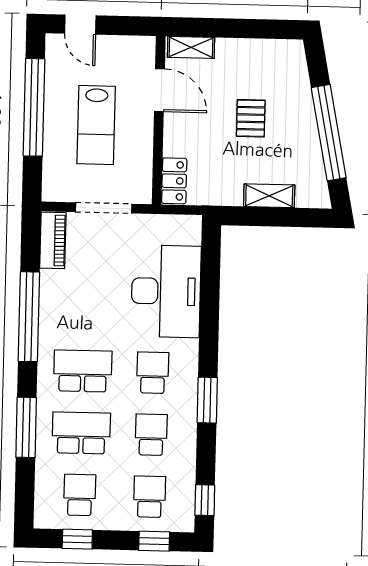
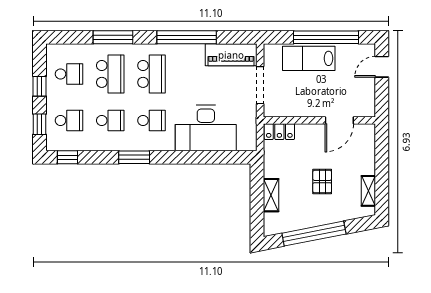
shelving: (191, 47) -> (368, 191), moved
pallet: (251, 118) -> (322, 182), turned 90
lab bench: (96, 125) -> (309, 58), moved
piano: (53, 240) -> (231, 55), width x1.37, depth x1.33
window: (77, 539) -> (40, 86), moved

